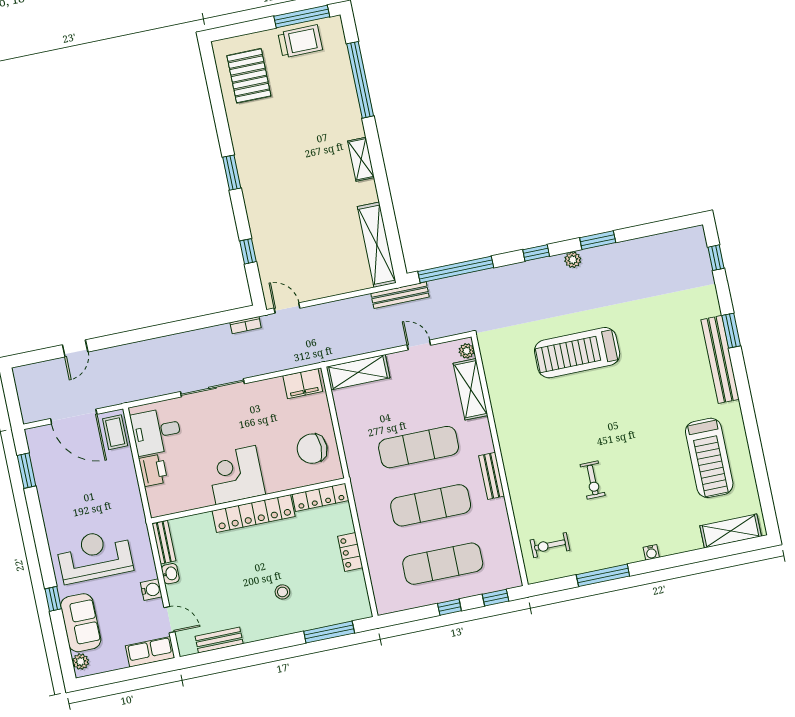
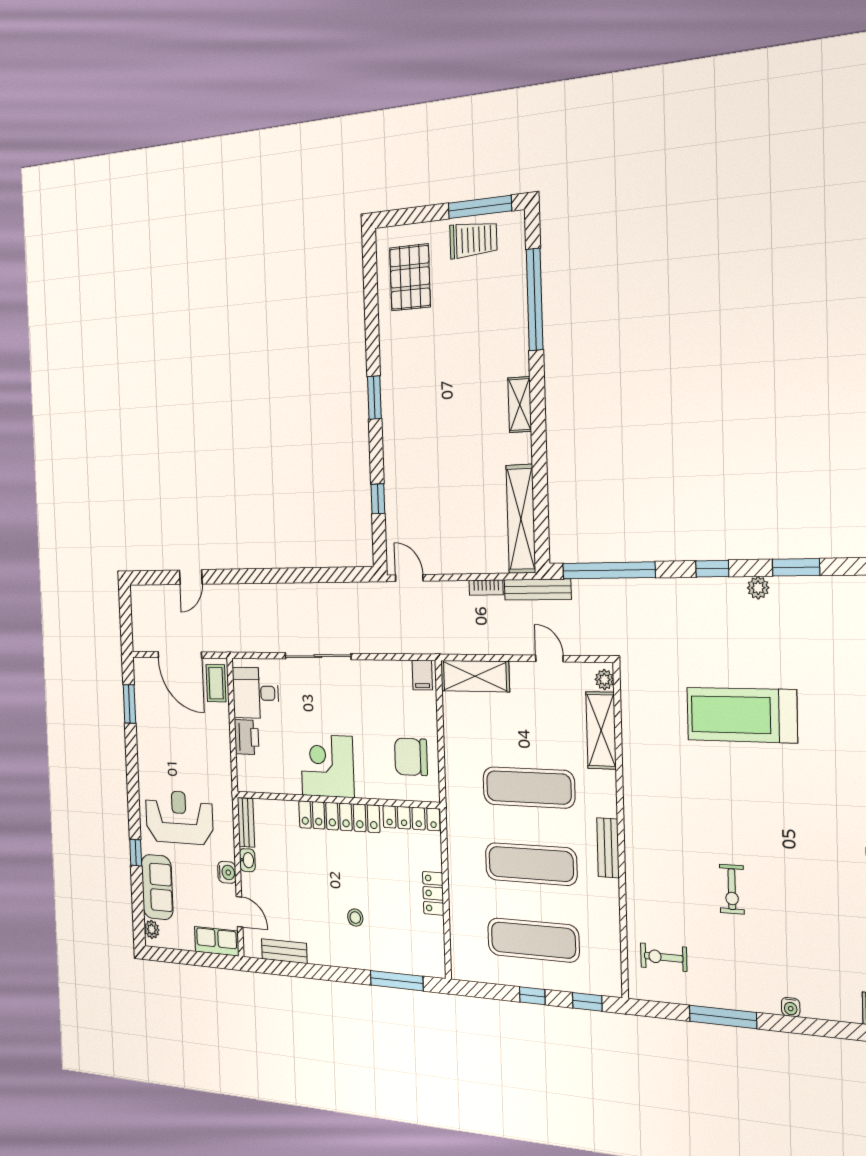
bookcase: (246, 325) -> (486, 588), moved
filing cabinet: (303, 384) -> (422, 675), width x0.50

